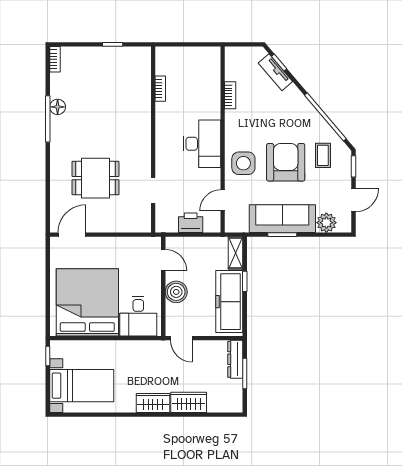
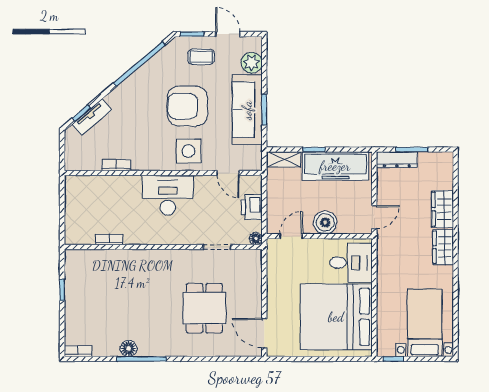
coffee table: (323, 155) -> (201, 57), moved
floor lamp: (161, 227) -> (256, 239), added

